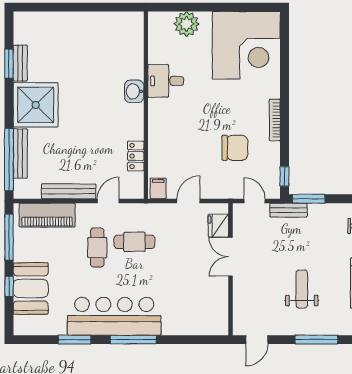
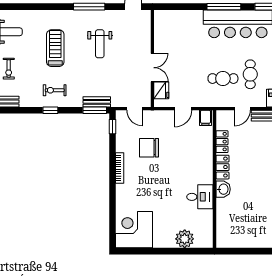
corner desk: (246, 45) -> (134, 230), width x0.74, depth x0.74
locker: (135, 121) -> (222, 167), added
bench: (288, 210) -> (97, 102), moved

